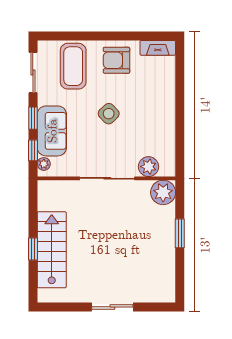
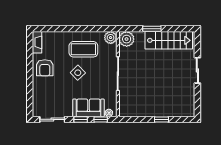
coffee table: (73, 66) -> (83, 49), moved
plant: (149, 167) -> (111, 38), moved
stairs: (52, 250) -> (169, 40), moved, turned 180

